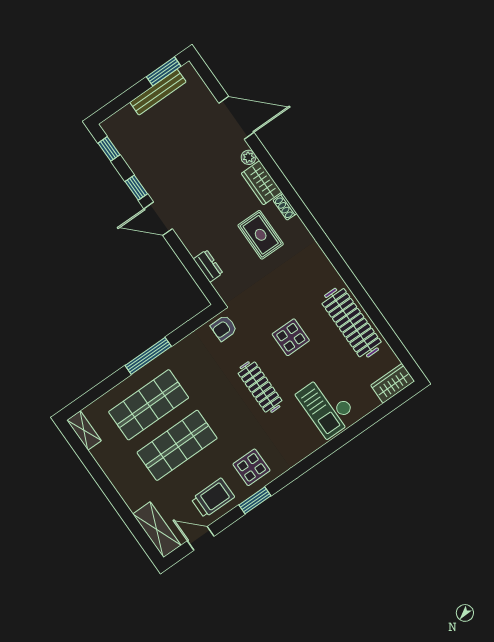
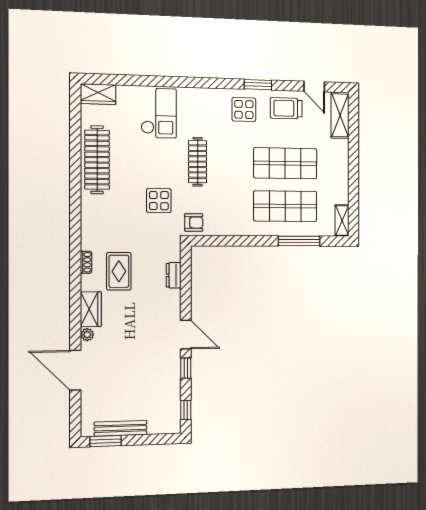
shoe rack: (285, 207) -> (86, 262), moved
display table: (291, 337) -> (159, 201), moved
window: (148, 356) -> (299, 241), moved

